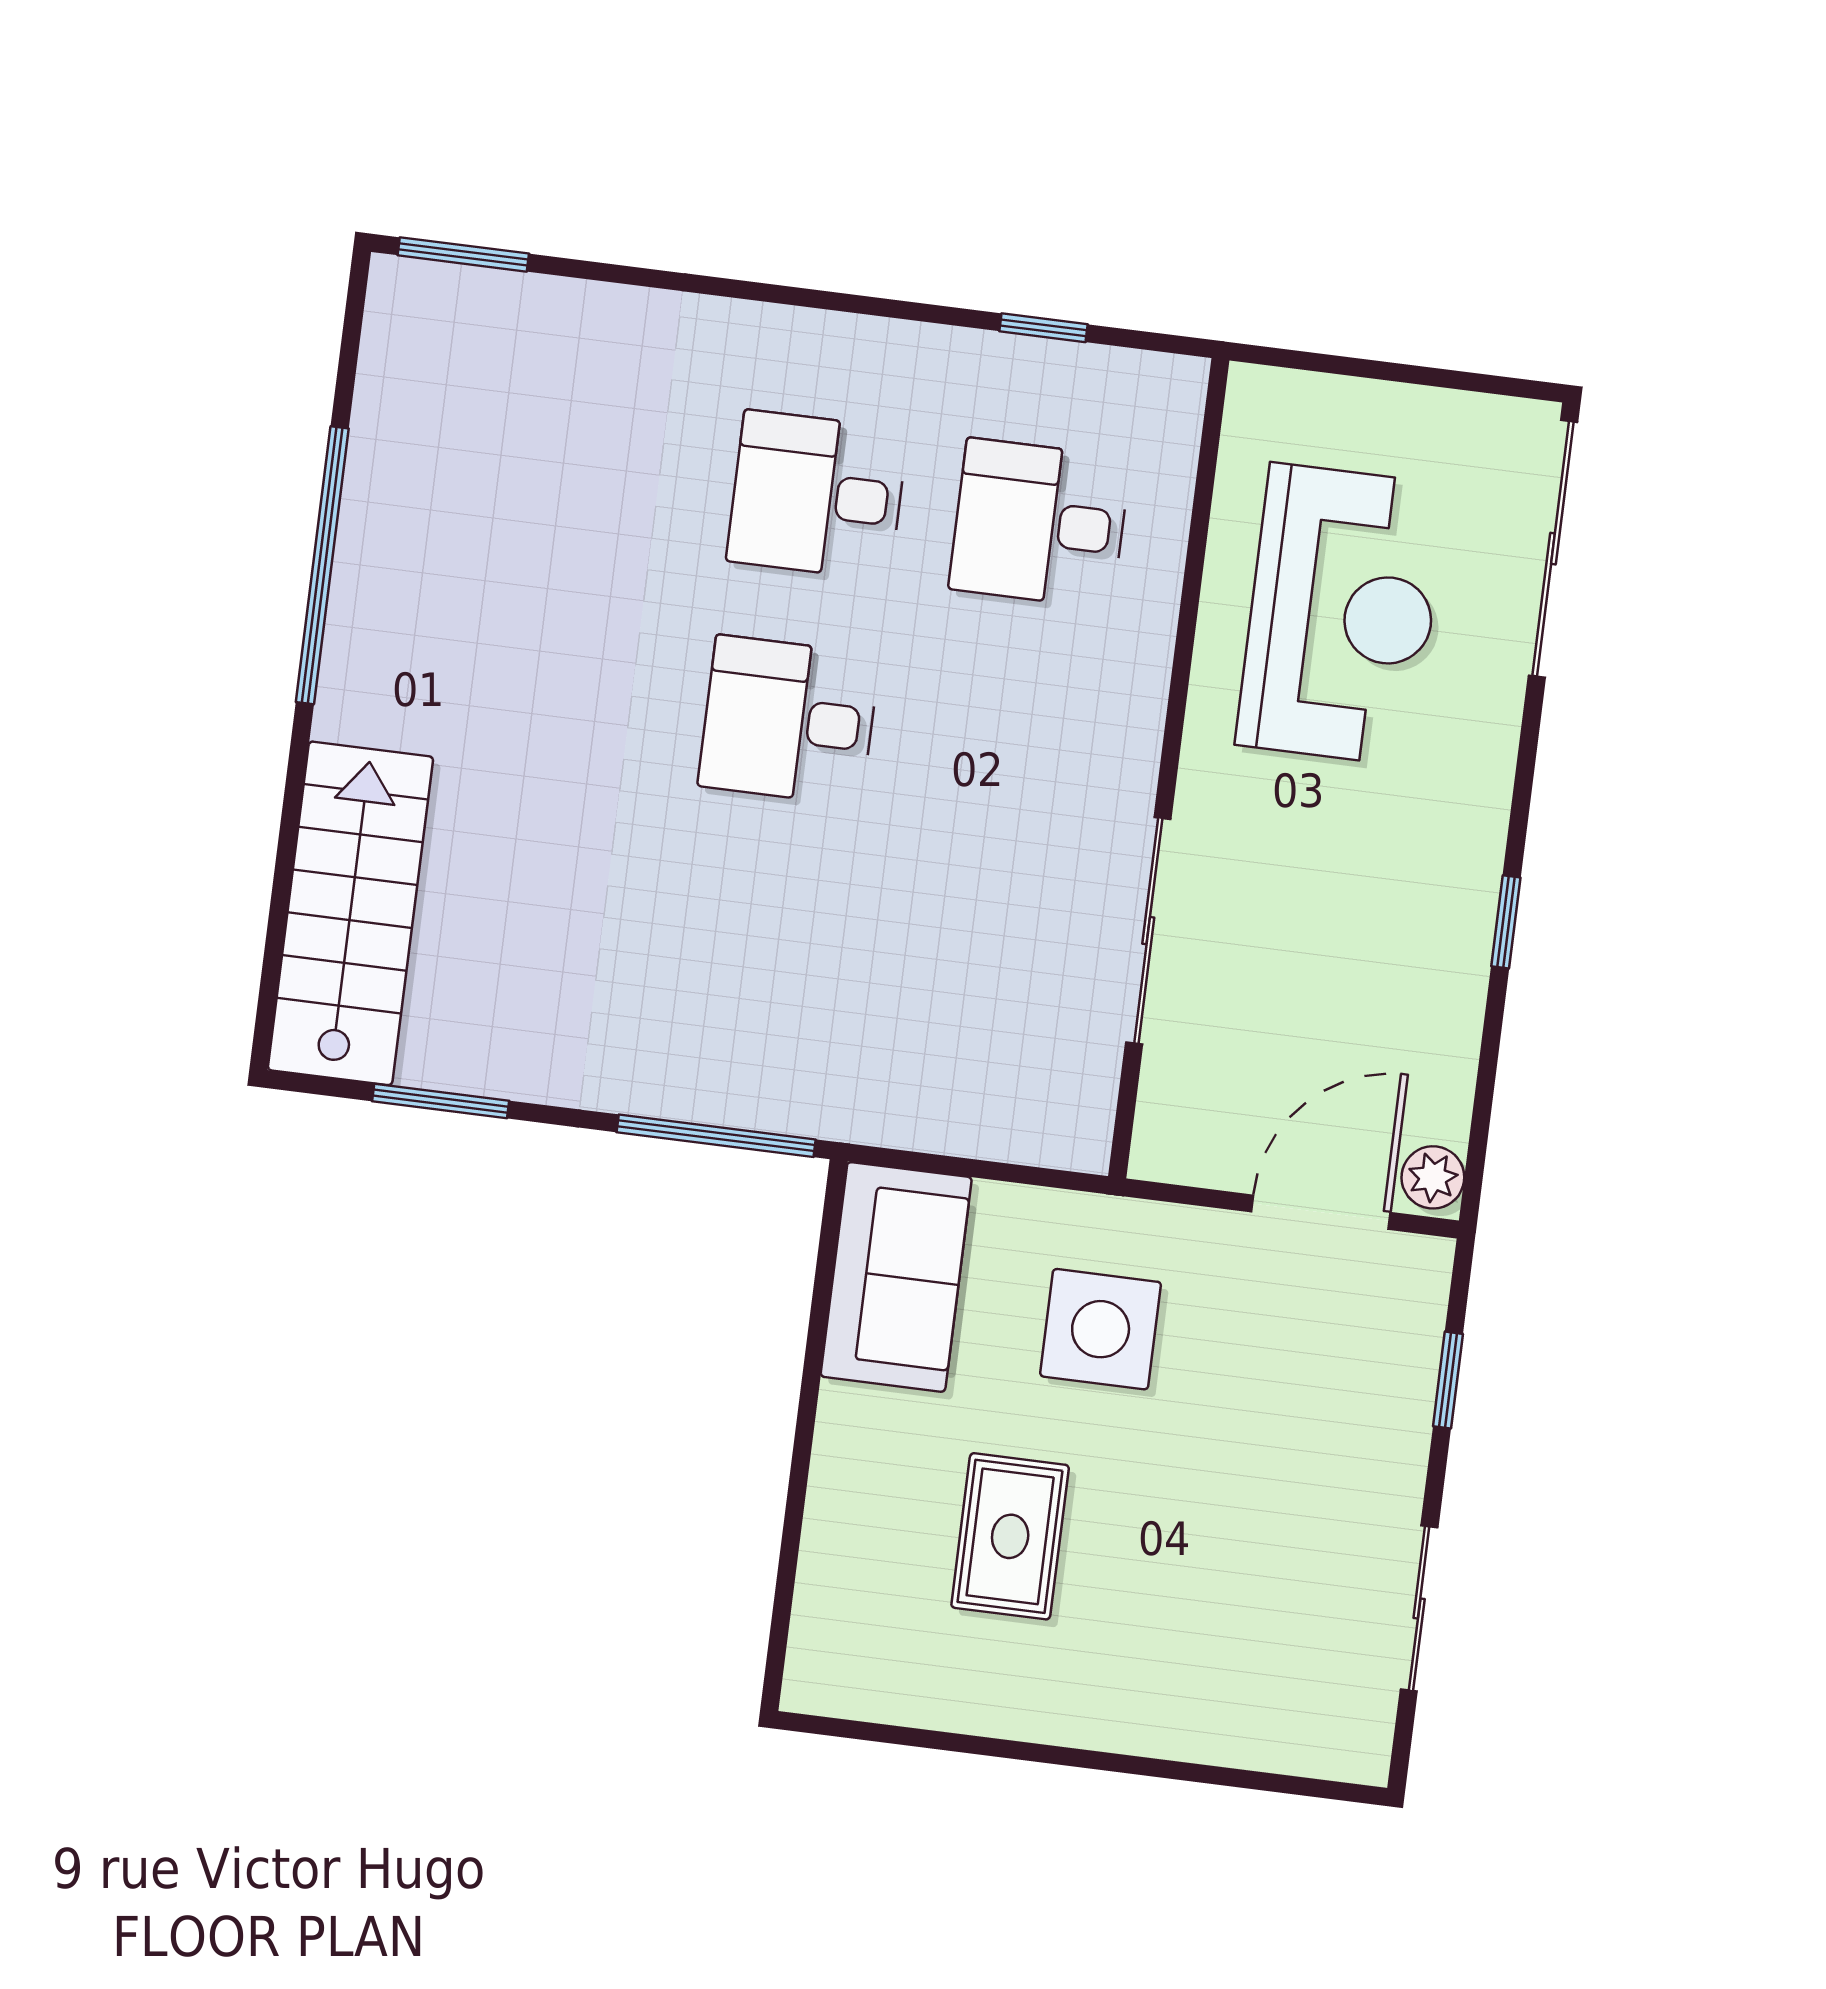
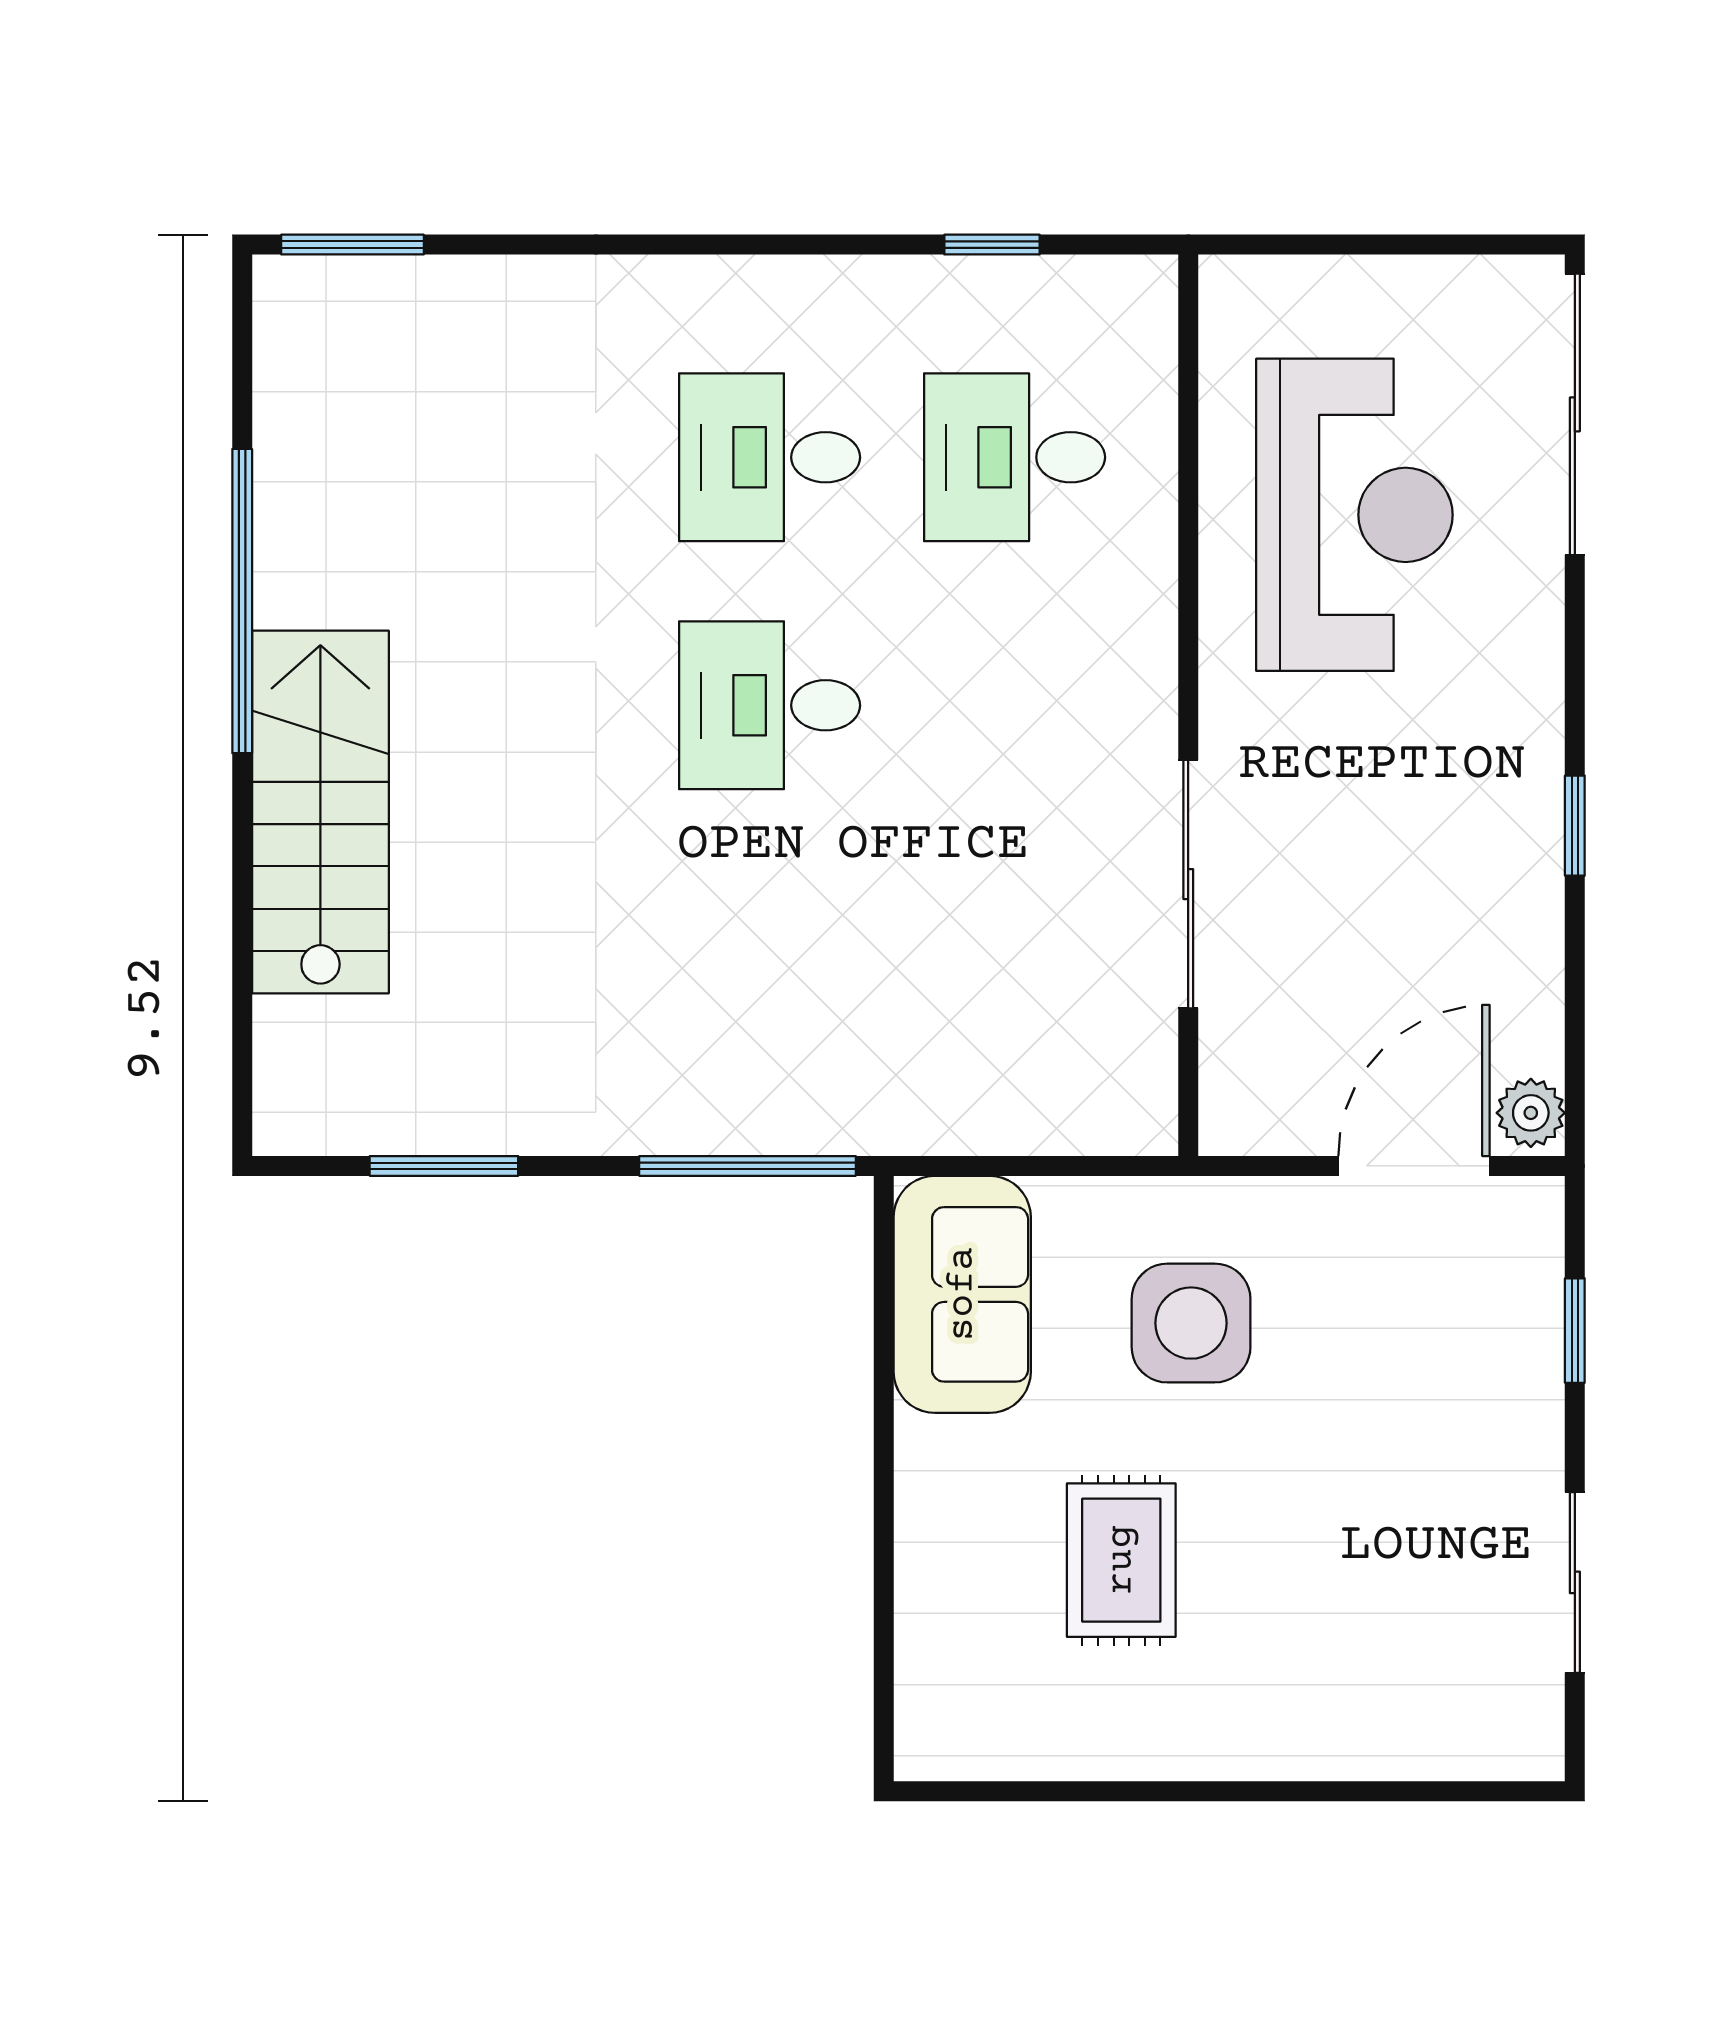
stairs: (350, 913) -> (320, 812), moved

